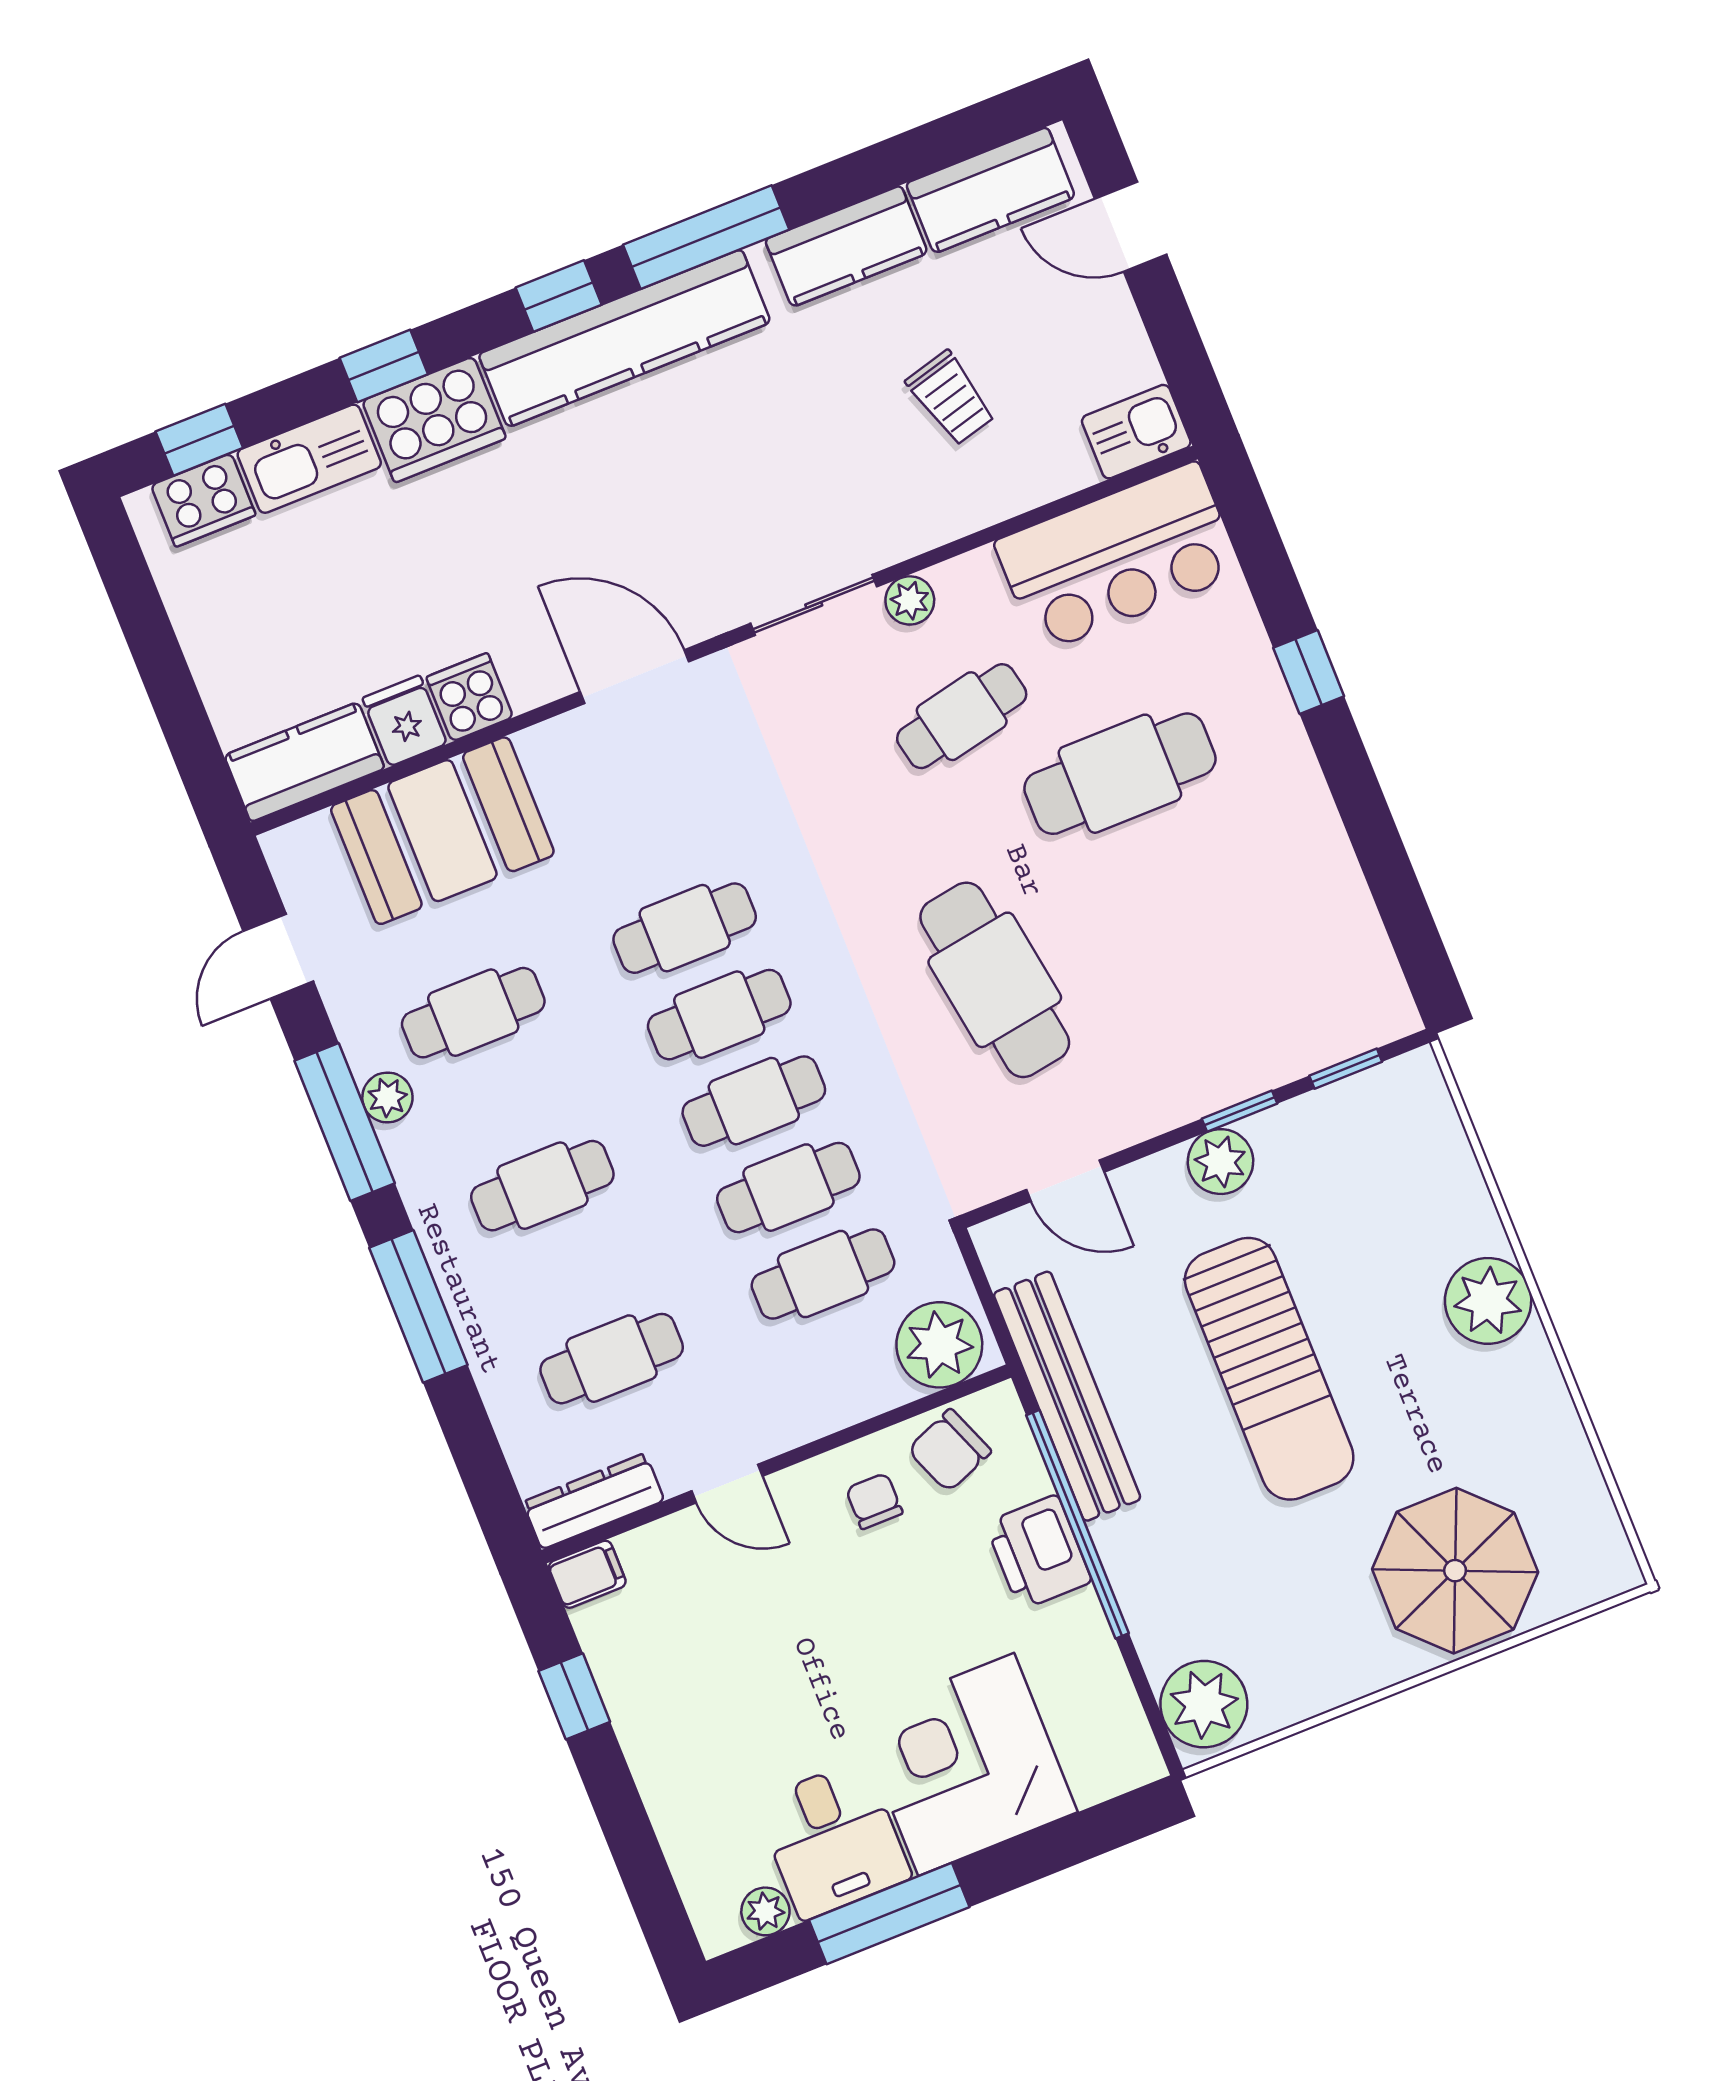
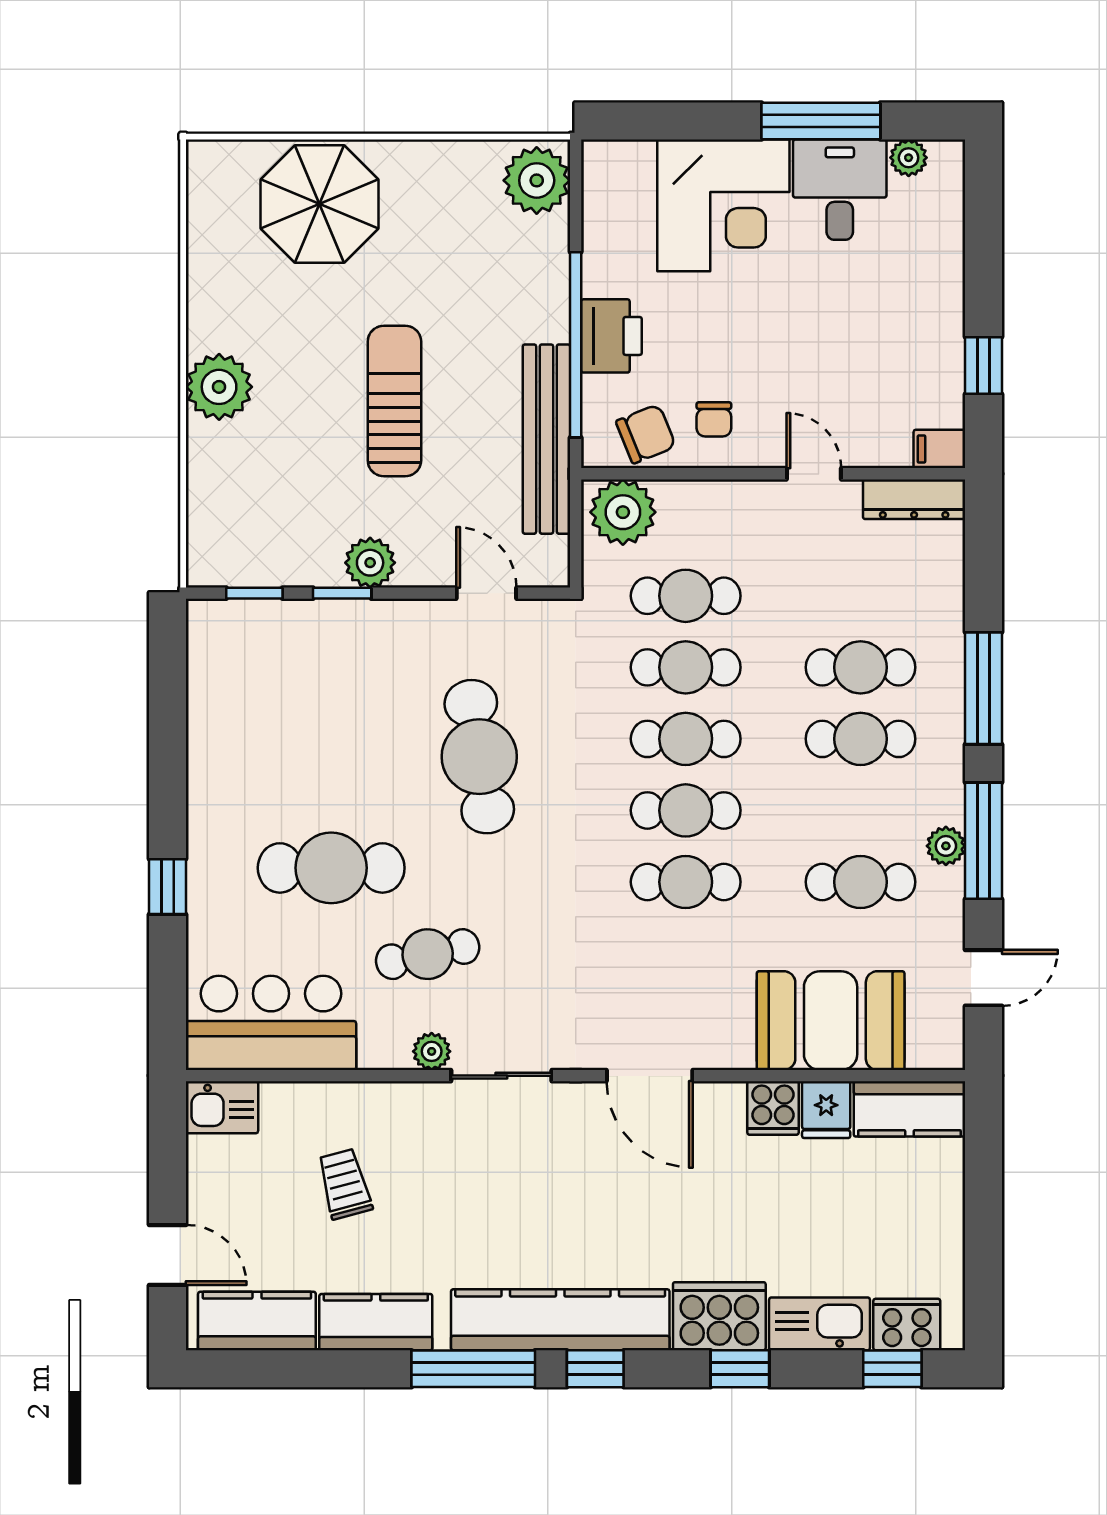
cafe table: (612, 1359) -> (861, 667), moved
sun lounger: (1269, 1369) -> (394, 401), width x0.73, depth x0.75

